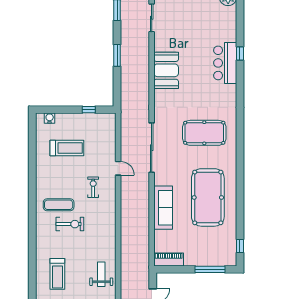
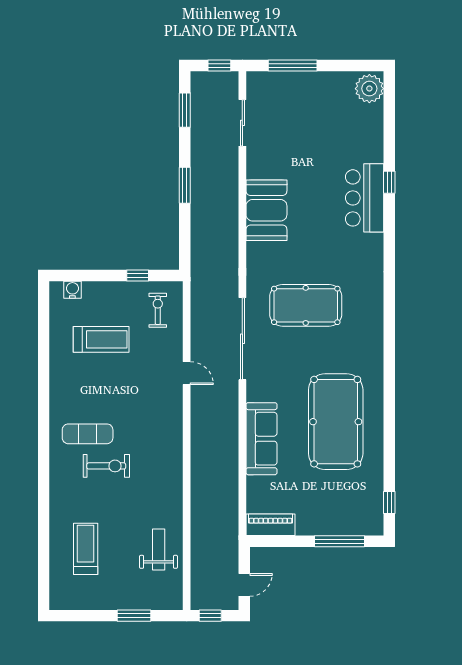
pool table: (204, 133) -> (306, 305), moved
exercise bike: (93, 187) -> (158, 310), moved
treadmill: (57, 274) -> (86, 549), turned 180

